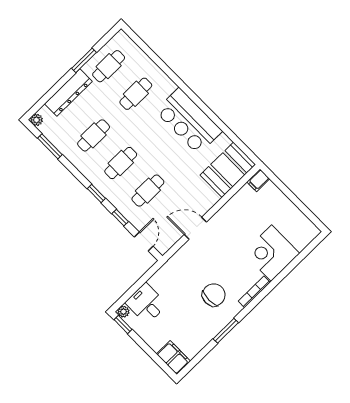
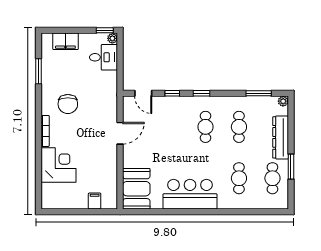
filing cabinet: (258, 180) -> (95, 201), moved
cafe table: (148, 191) -> (172, 127), removed
window: (226, 331) -> (38, 71), moved
filing cabinet: (173, 357) -> (65, 41), moved

